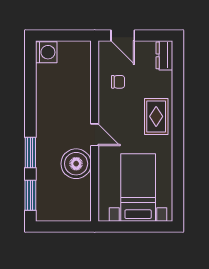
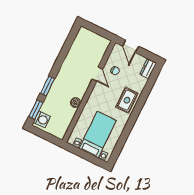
washing machine: (46, 52) -> (42, 119), moved
door: (95, 135) -> (97, 74), moved
boiler: (76, 164) -> (76, 103), width x0.54, depth x0.54

